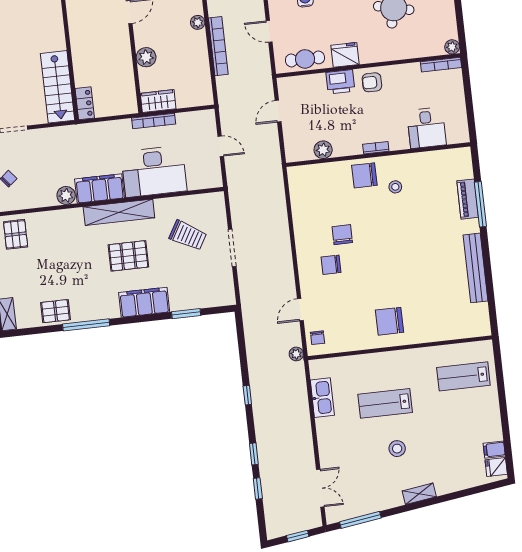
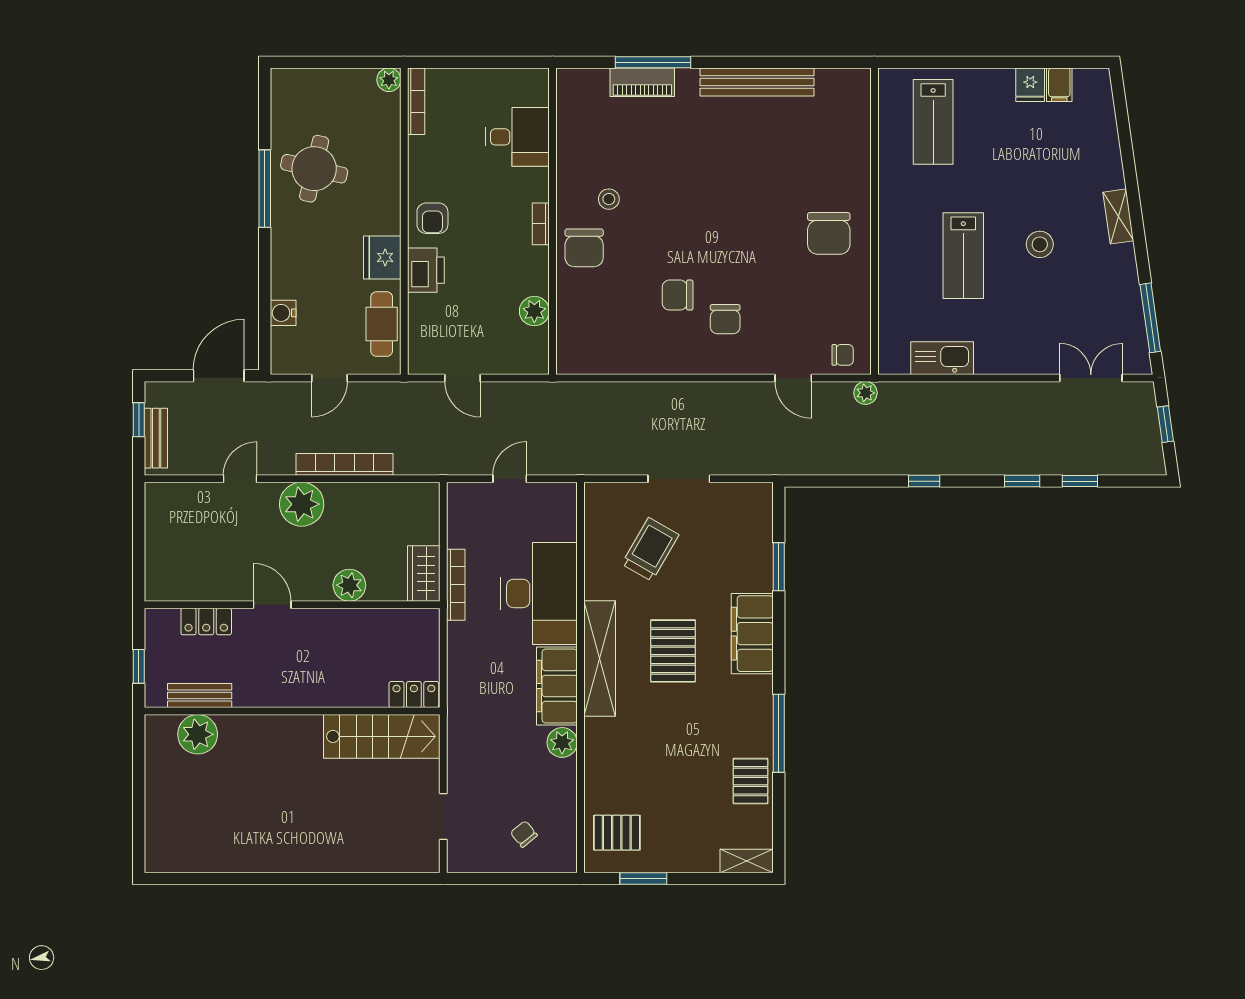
plant: (198, 22) -> (302, 504), width x1.87, depth x1.87
fridge: (496, 467) -> (1030, 85), moved

